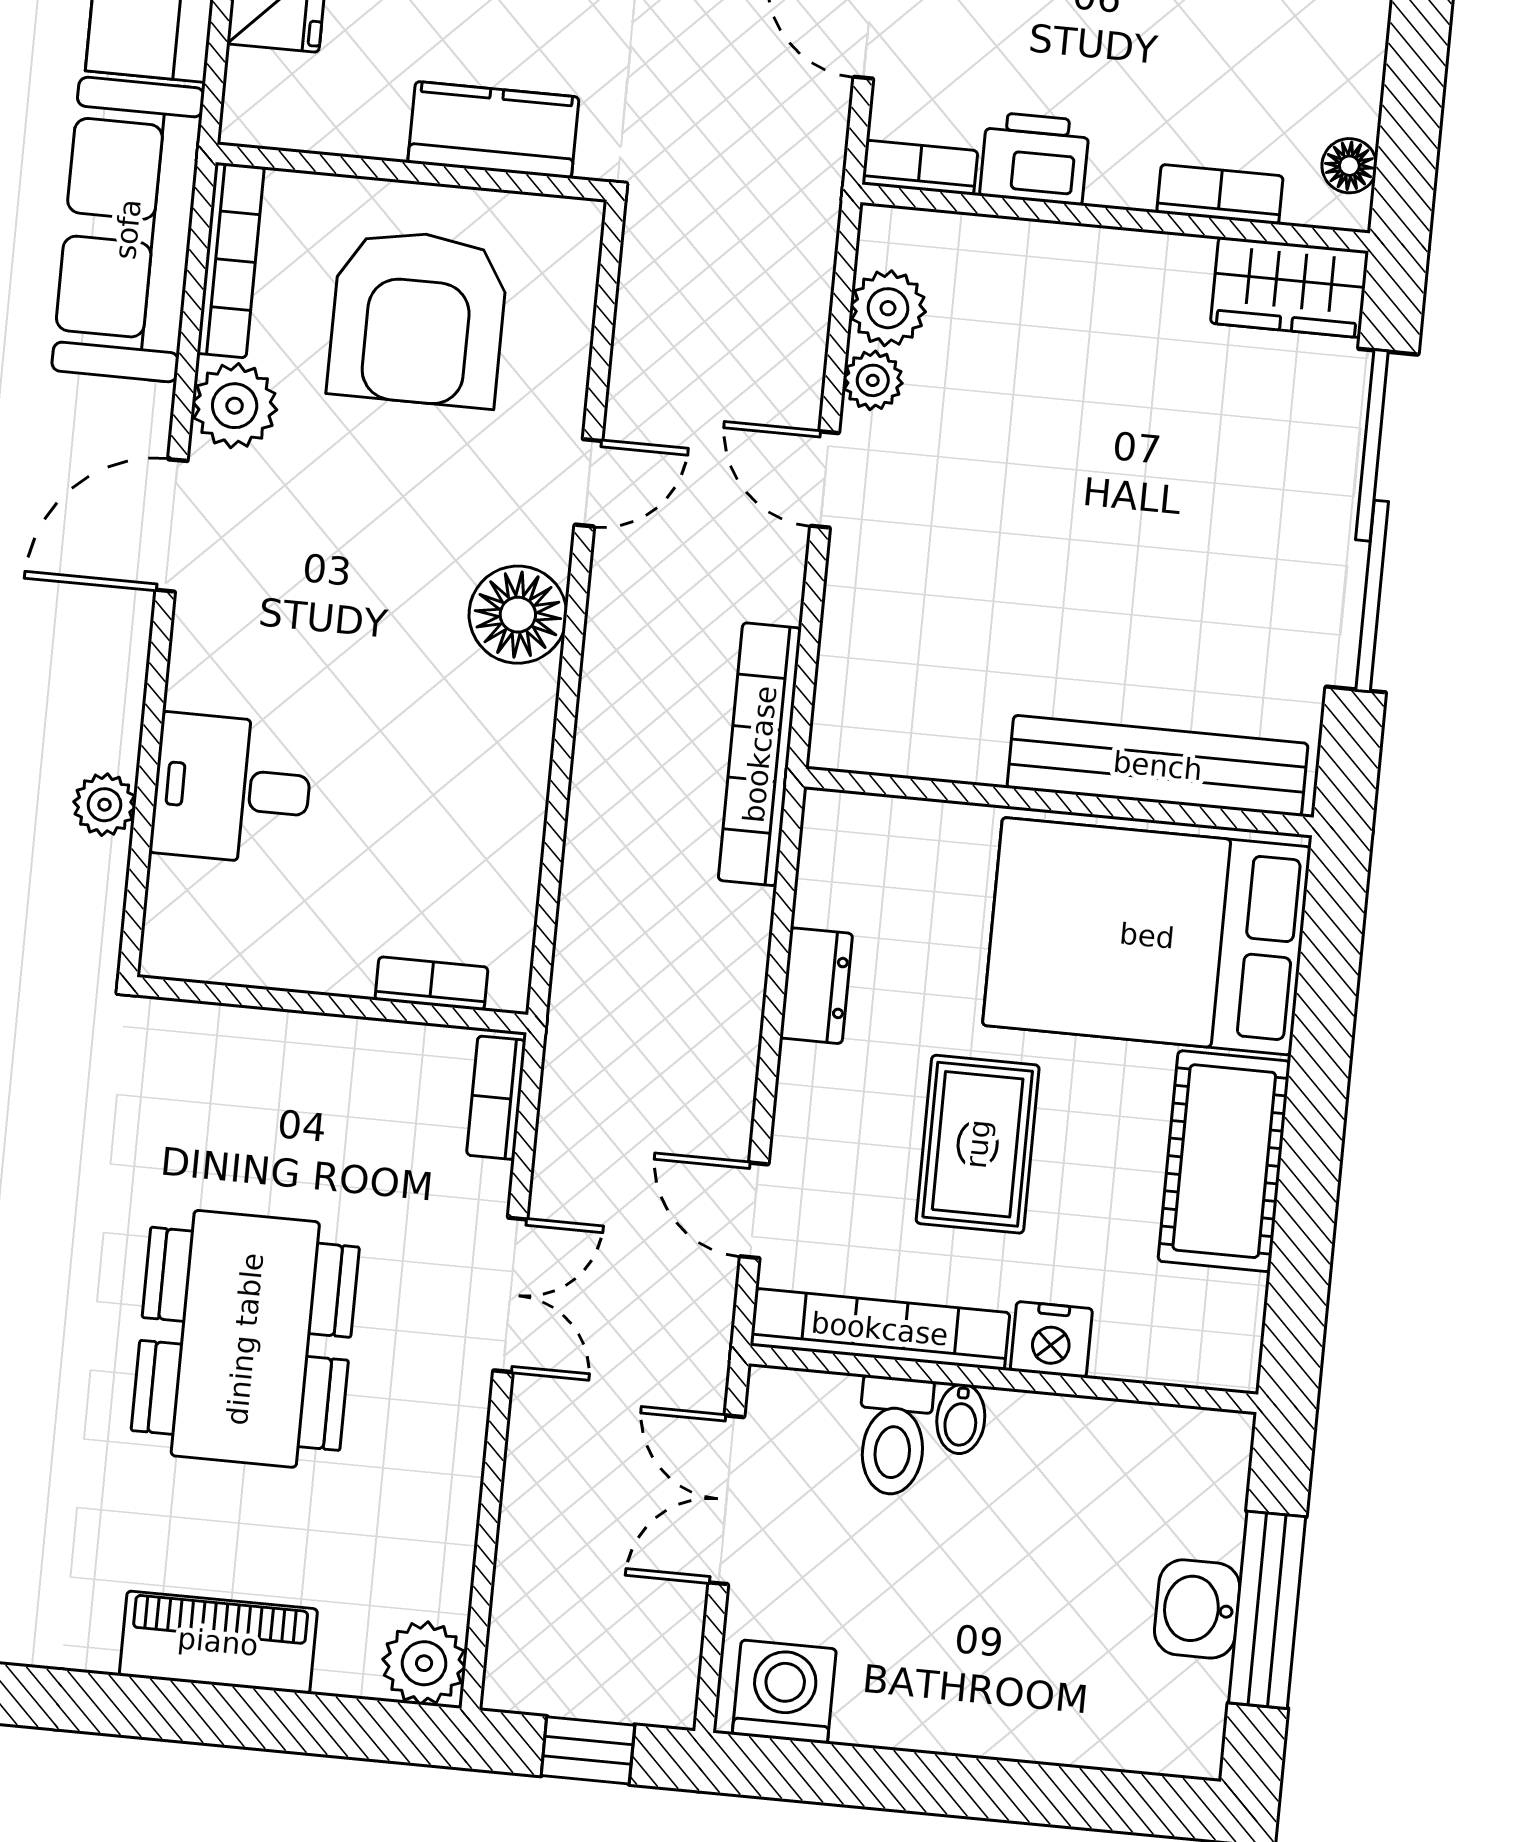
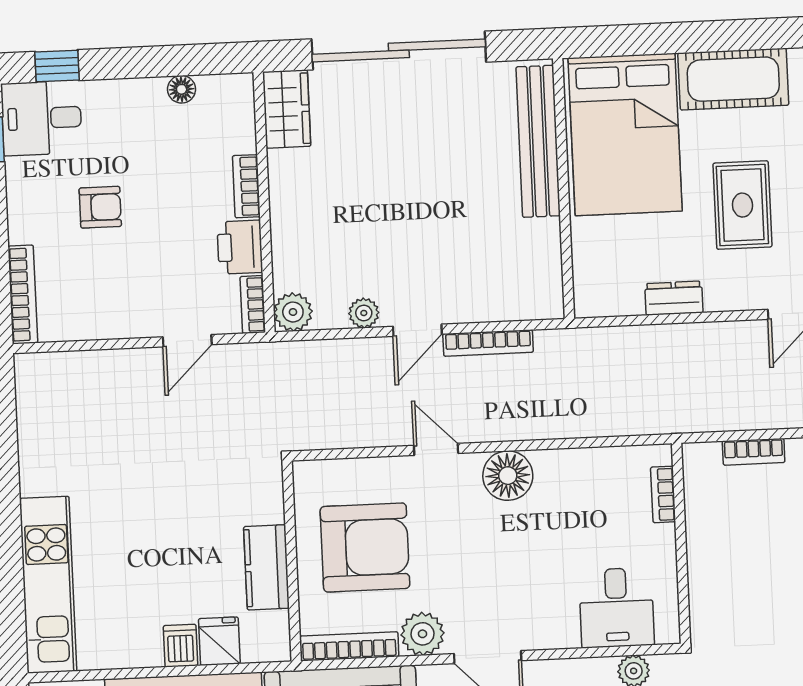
kitchen counter: (493, 130) -> (266, 567), moved
floor lamp: (1349, 166) -> (182, 89), moved
bookcase: (1220, 194) -> (246, 186), moved
plant: (888, 308) -> (293, 312), moved
bookcase: (760, 754) -> (488, 343), moved, width x0.68, depth x0.76
bookcase: (431, 984) -> (663, 494), moved
wall: (332, 1005) -> (681, 543), moved
rug: (978, 1144) -> (742, 205), turned 90

